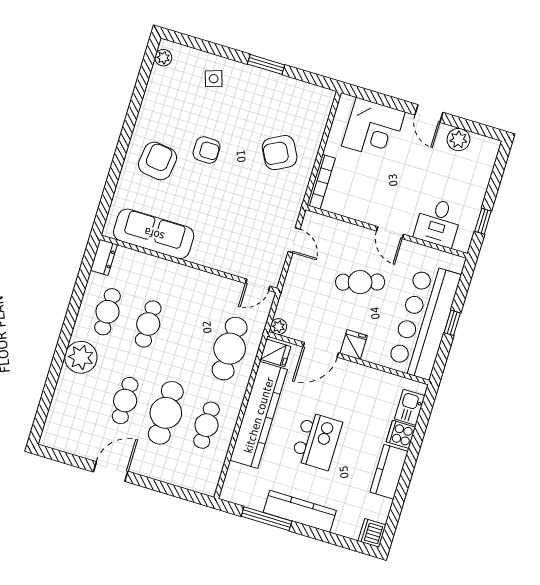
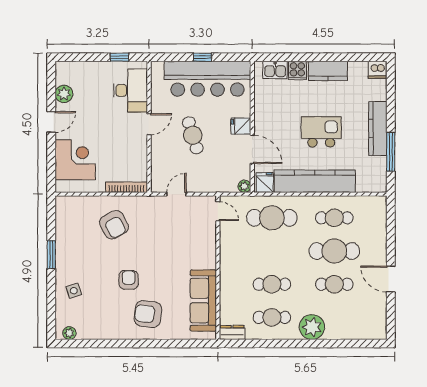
desk: (438, 222) -> (130, 90), width x1.37

